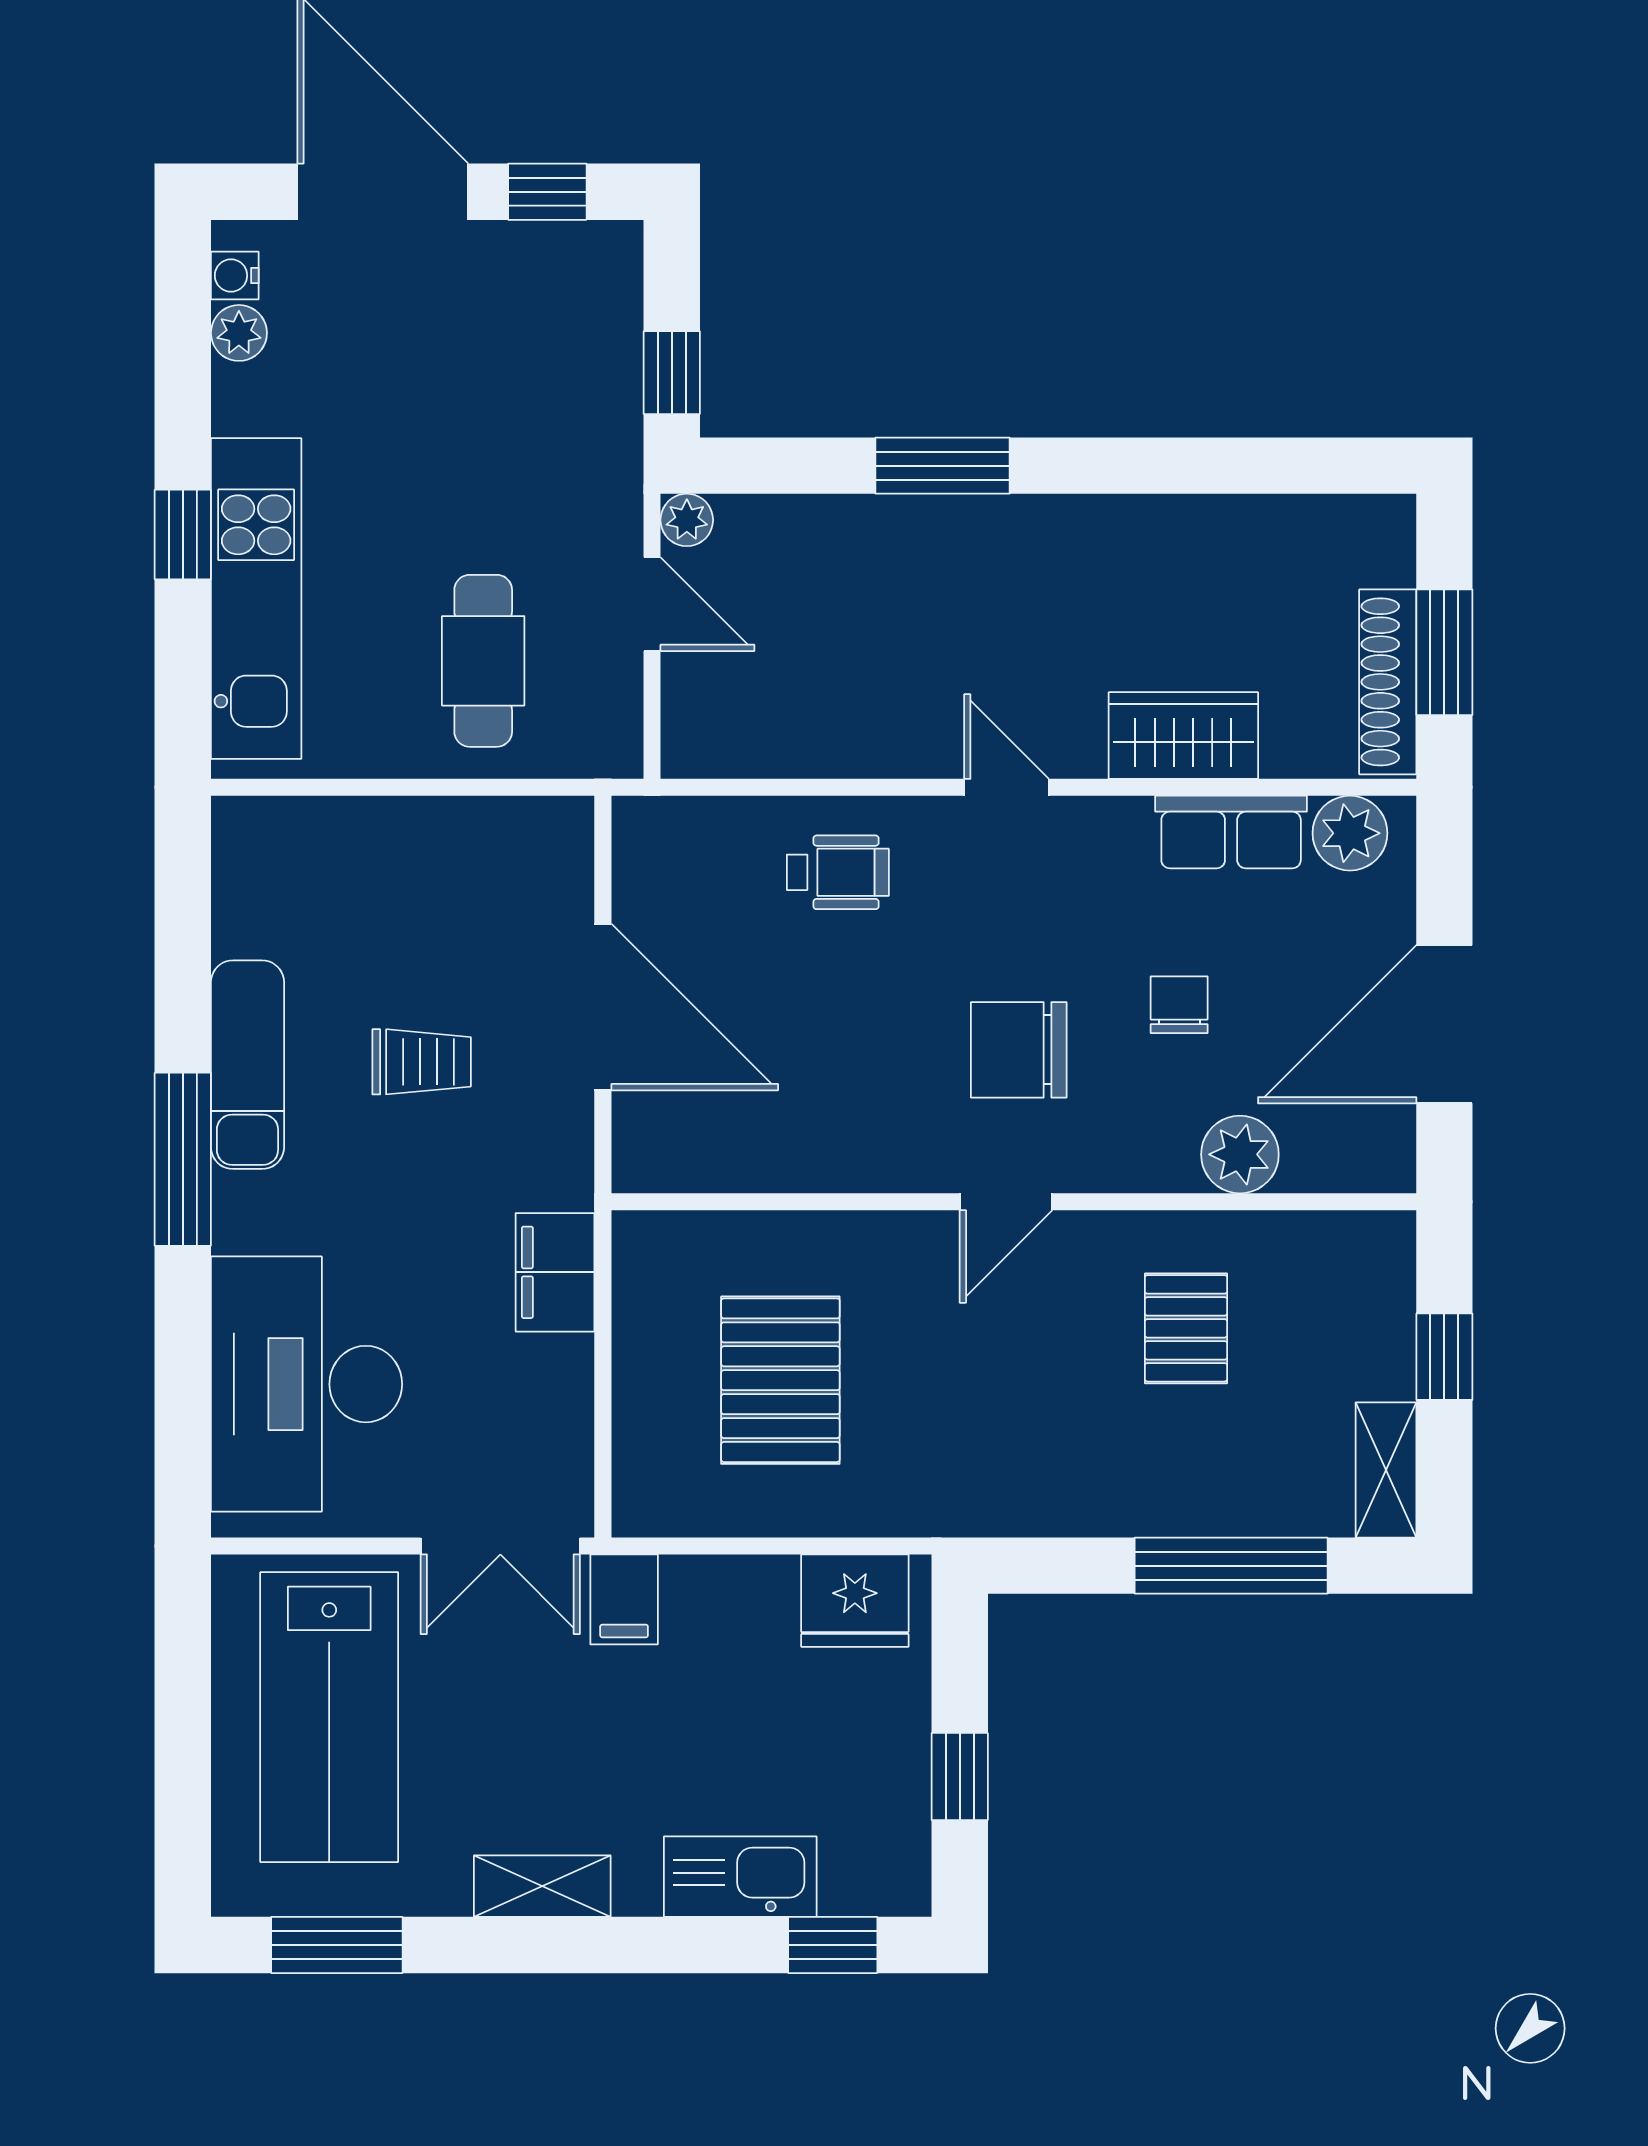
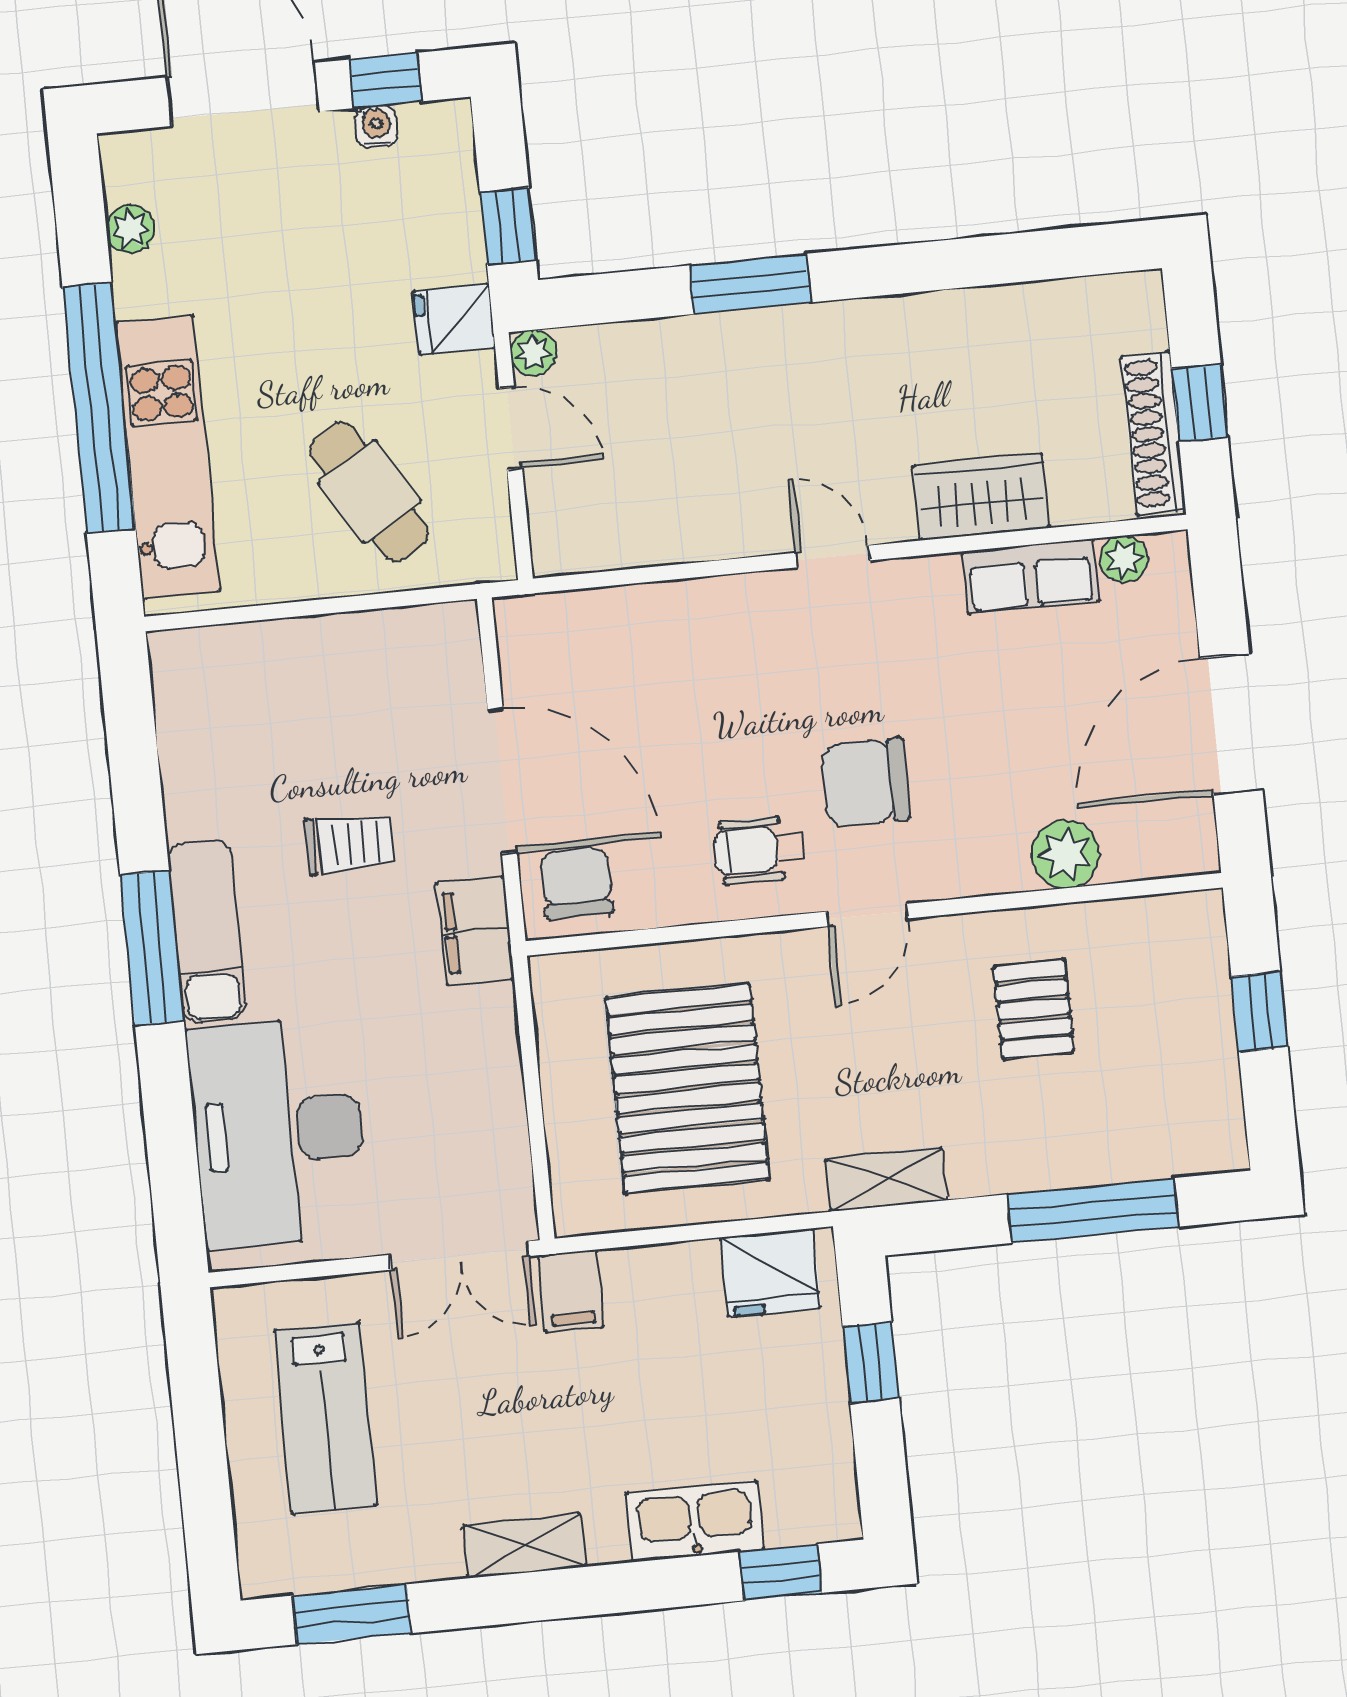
water cooler: (235, 275) -> (376, 127), moved, turned 90
fridge: (599, 473) -> (454, 319), added
window: (183, 535) -> (99, 408), width x3.17
window: (1444, 652) -> (1200, 403), width x0.67
cafe table: (483, 661) -> (369, 492), turned -31
plant: (1350, 833) -> (1124, 559), width x0.73, depth x0.73
wheelchair: (838, 872) -> (759, 850), moved, turned 180
chair: (1179, 1005) -> (576, 883), moved, width x1.37, depth x1.37
exam couch: (247, 1065) -> (207, 931), moved
filing cabinet: (555, 1272) -> (475, 931), moved
pallet: (780, 1380) -> (687, 1088), width x1.37, depth x1.41
shelving: (1386, 1470) -> (886, 1180), moved, turned 90
lab bench: (329, 1717) -> (326, 1418), width x0.73, depth x0.72
window: (960, 1777) -> (871, 1362), moved

